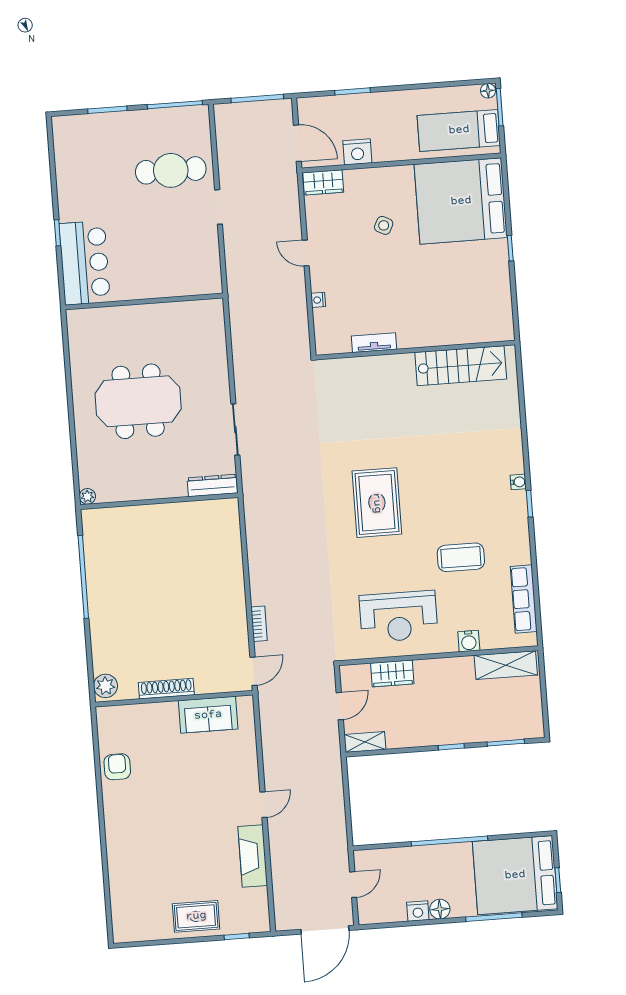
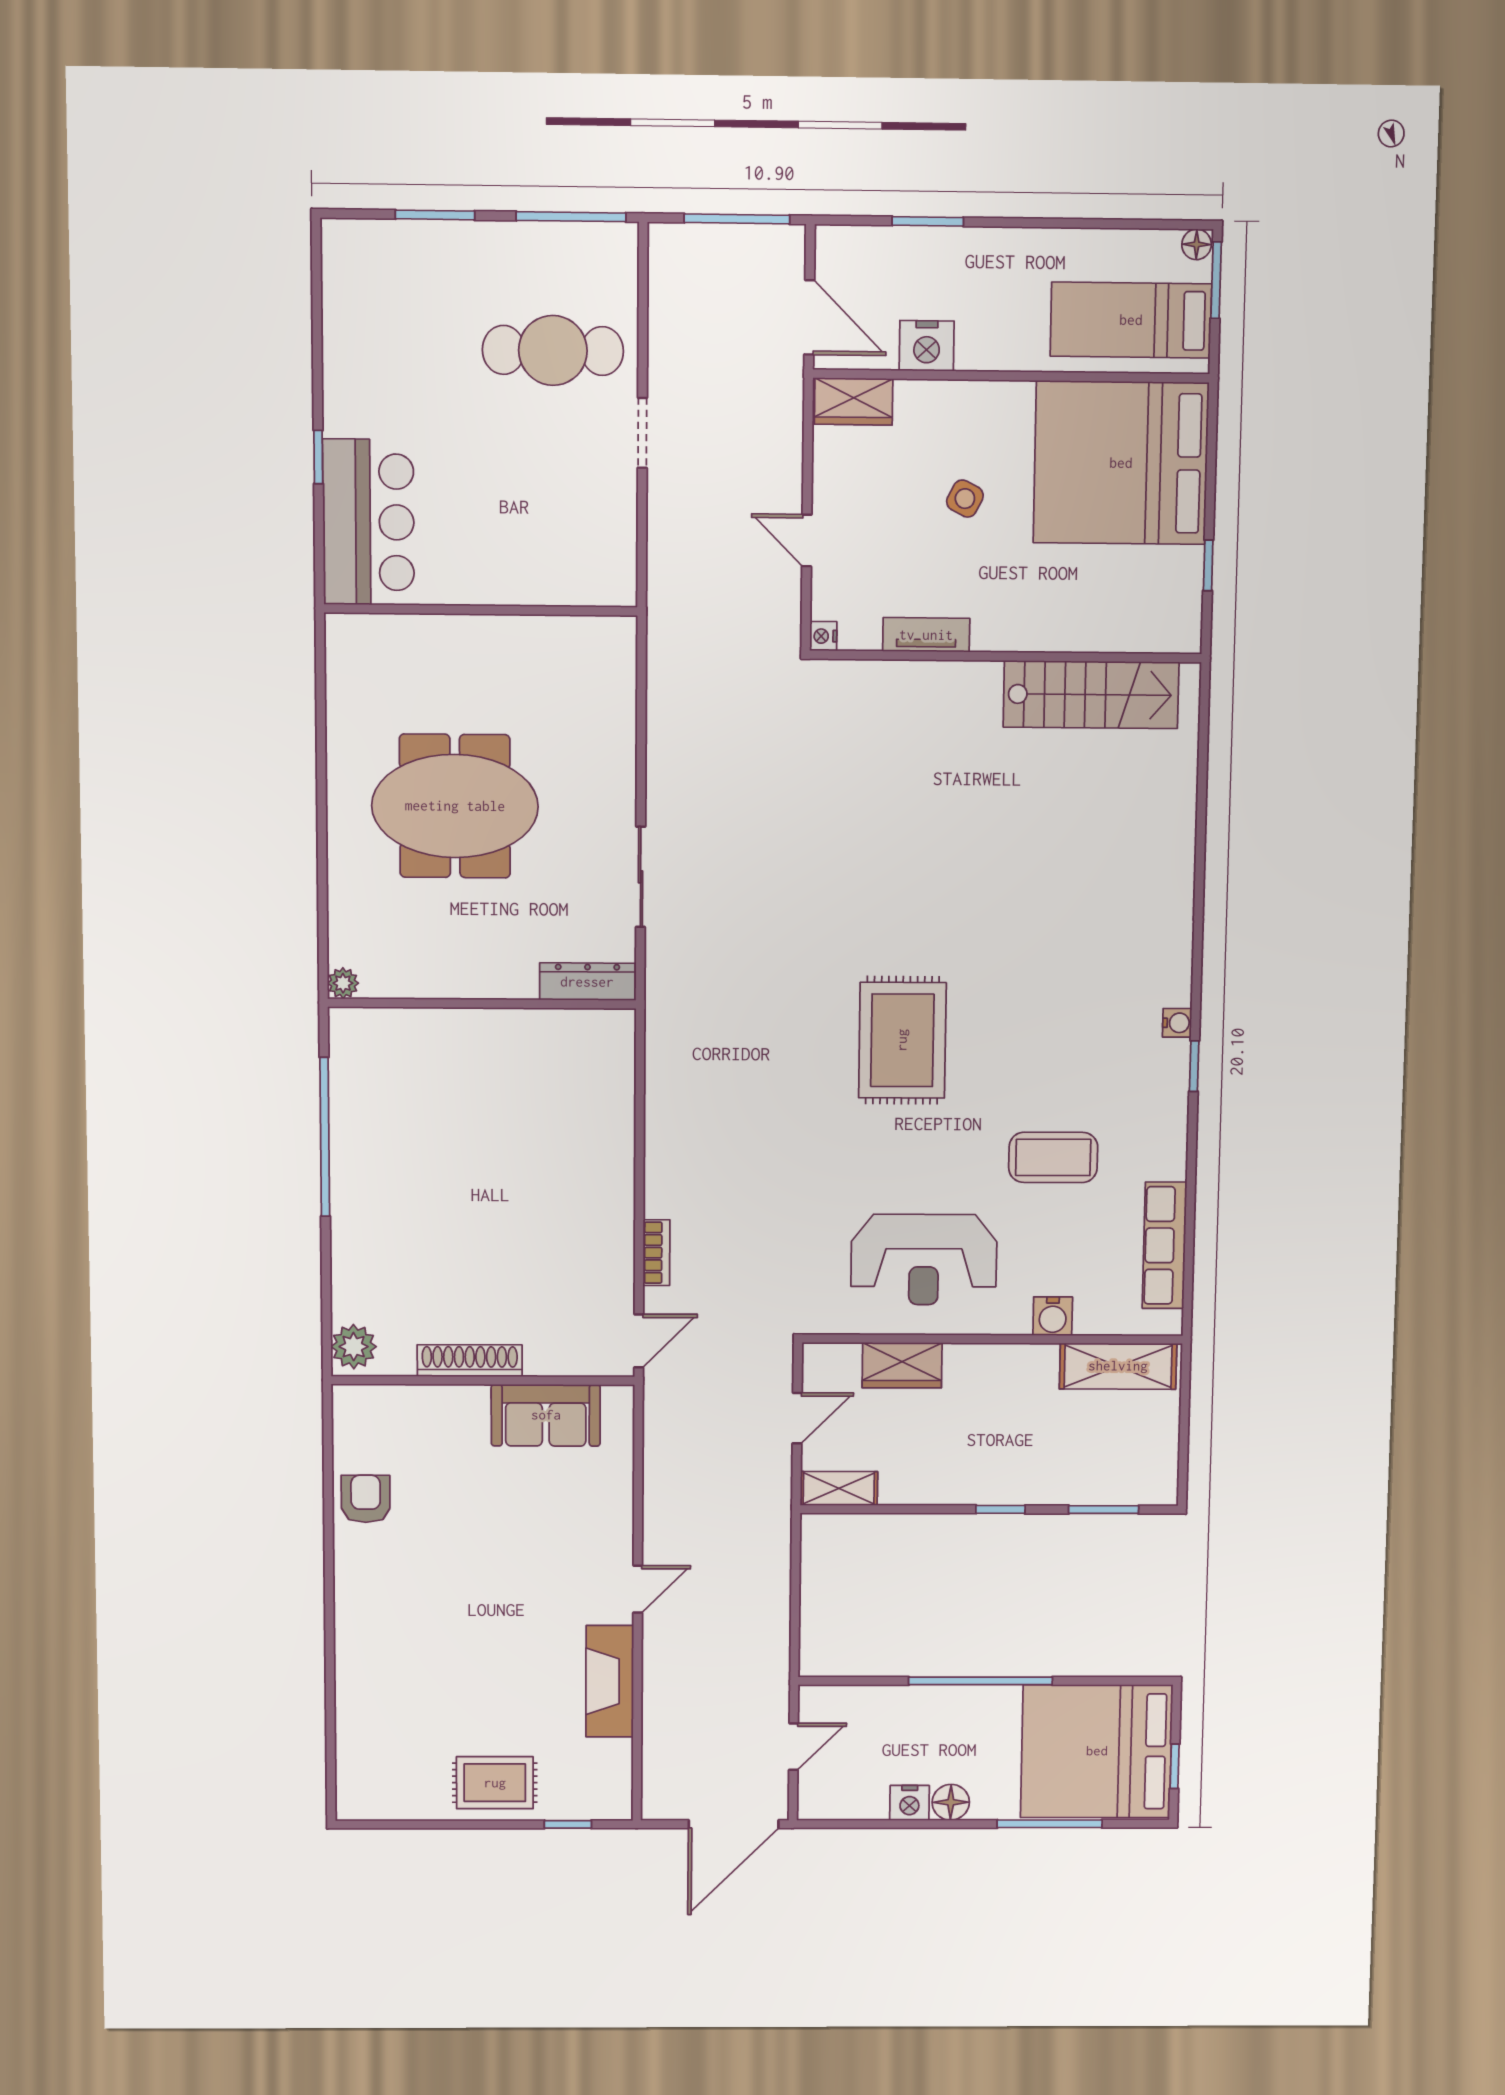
tv unit: (374, 343) -> (926, 635), moved
wall: (415, 350) -> (1006, 656), moved
stairs: (461, 366) -> (1091, 695), moved

